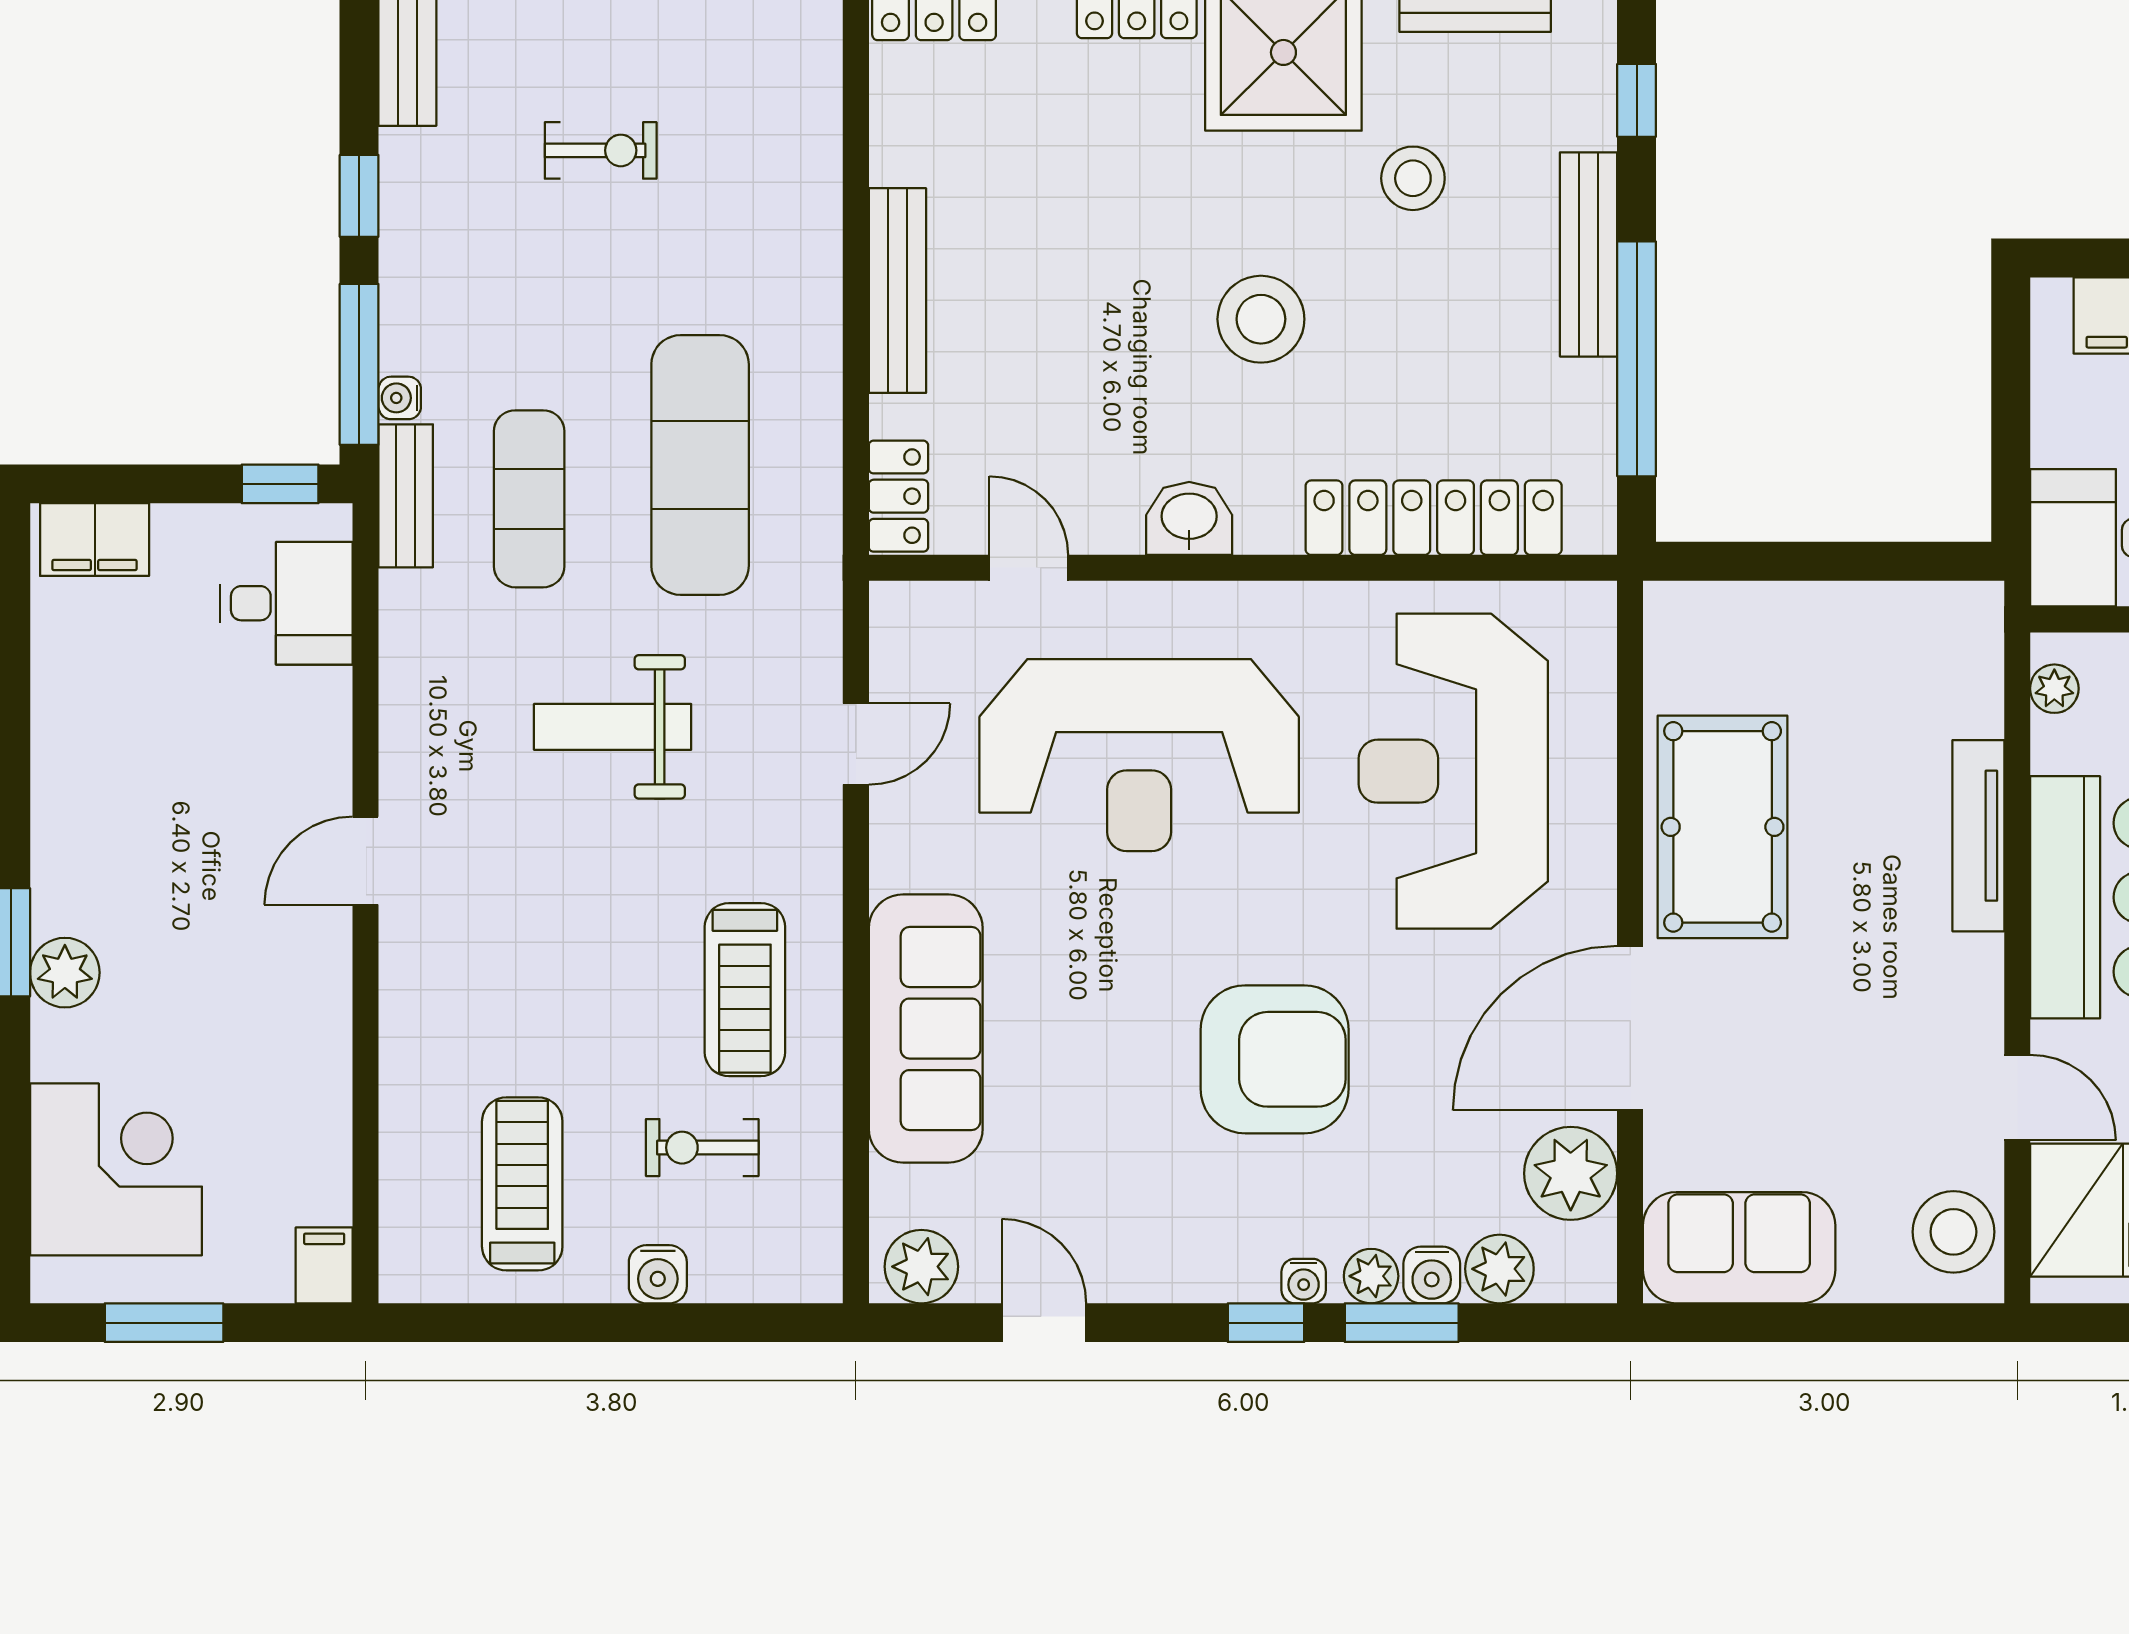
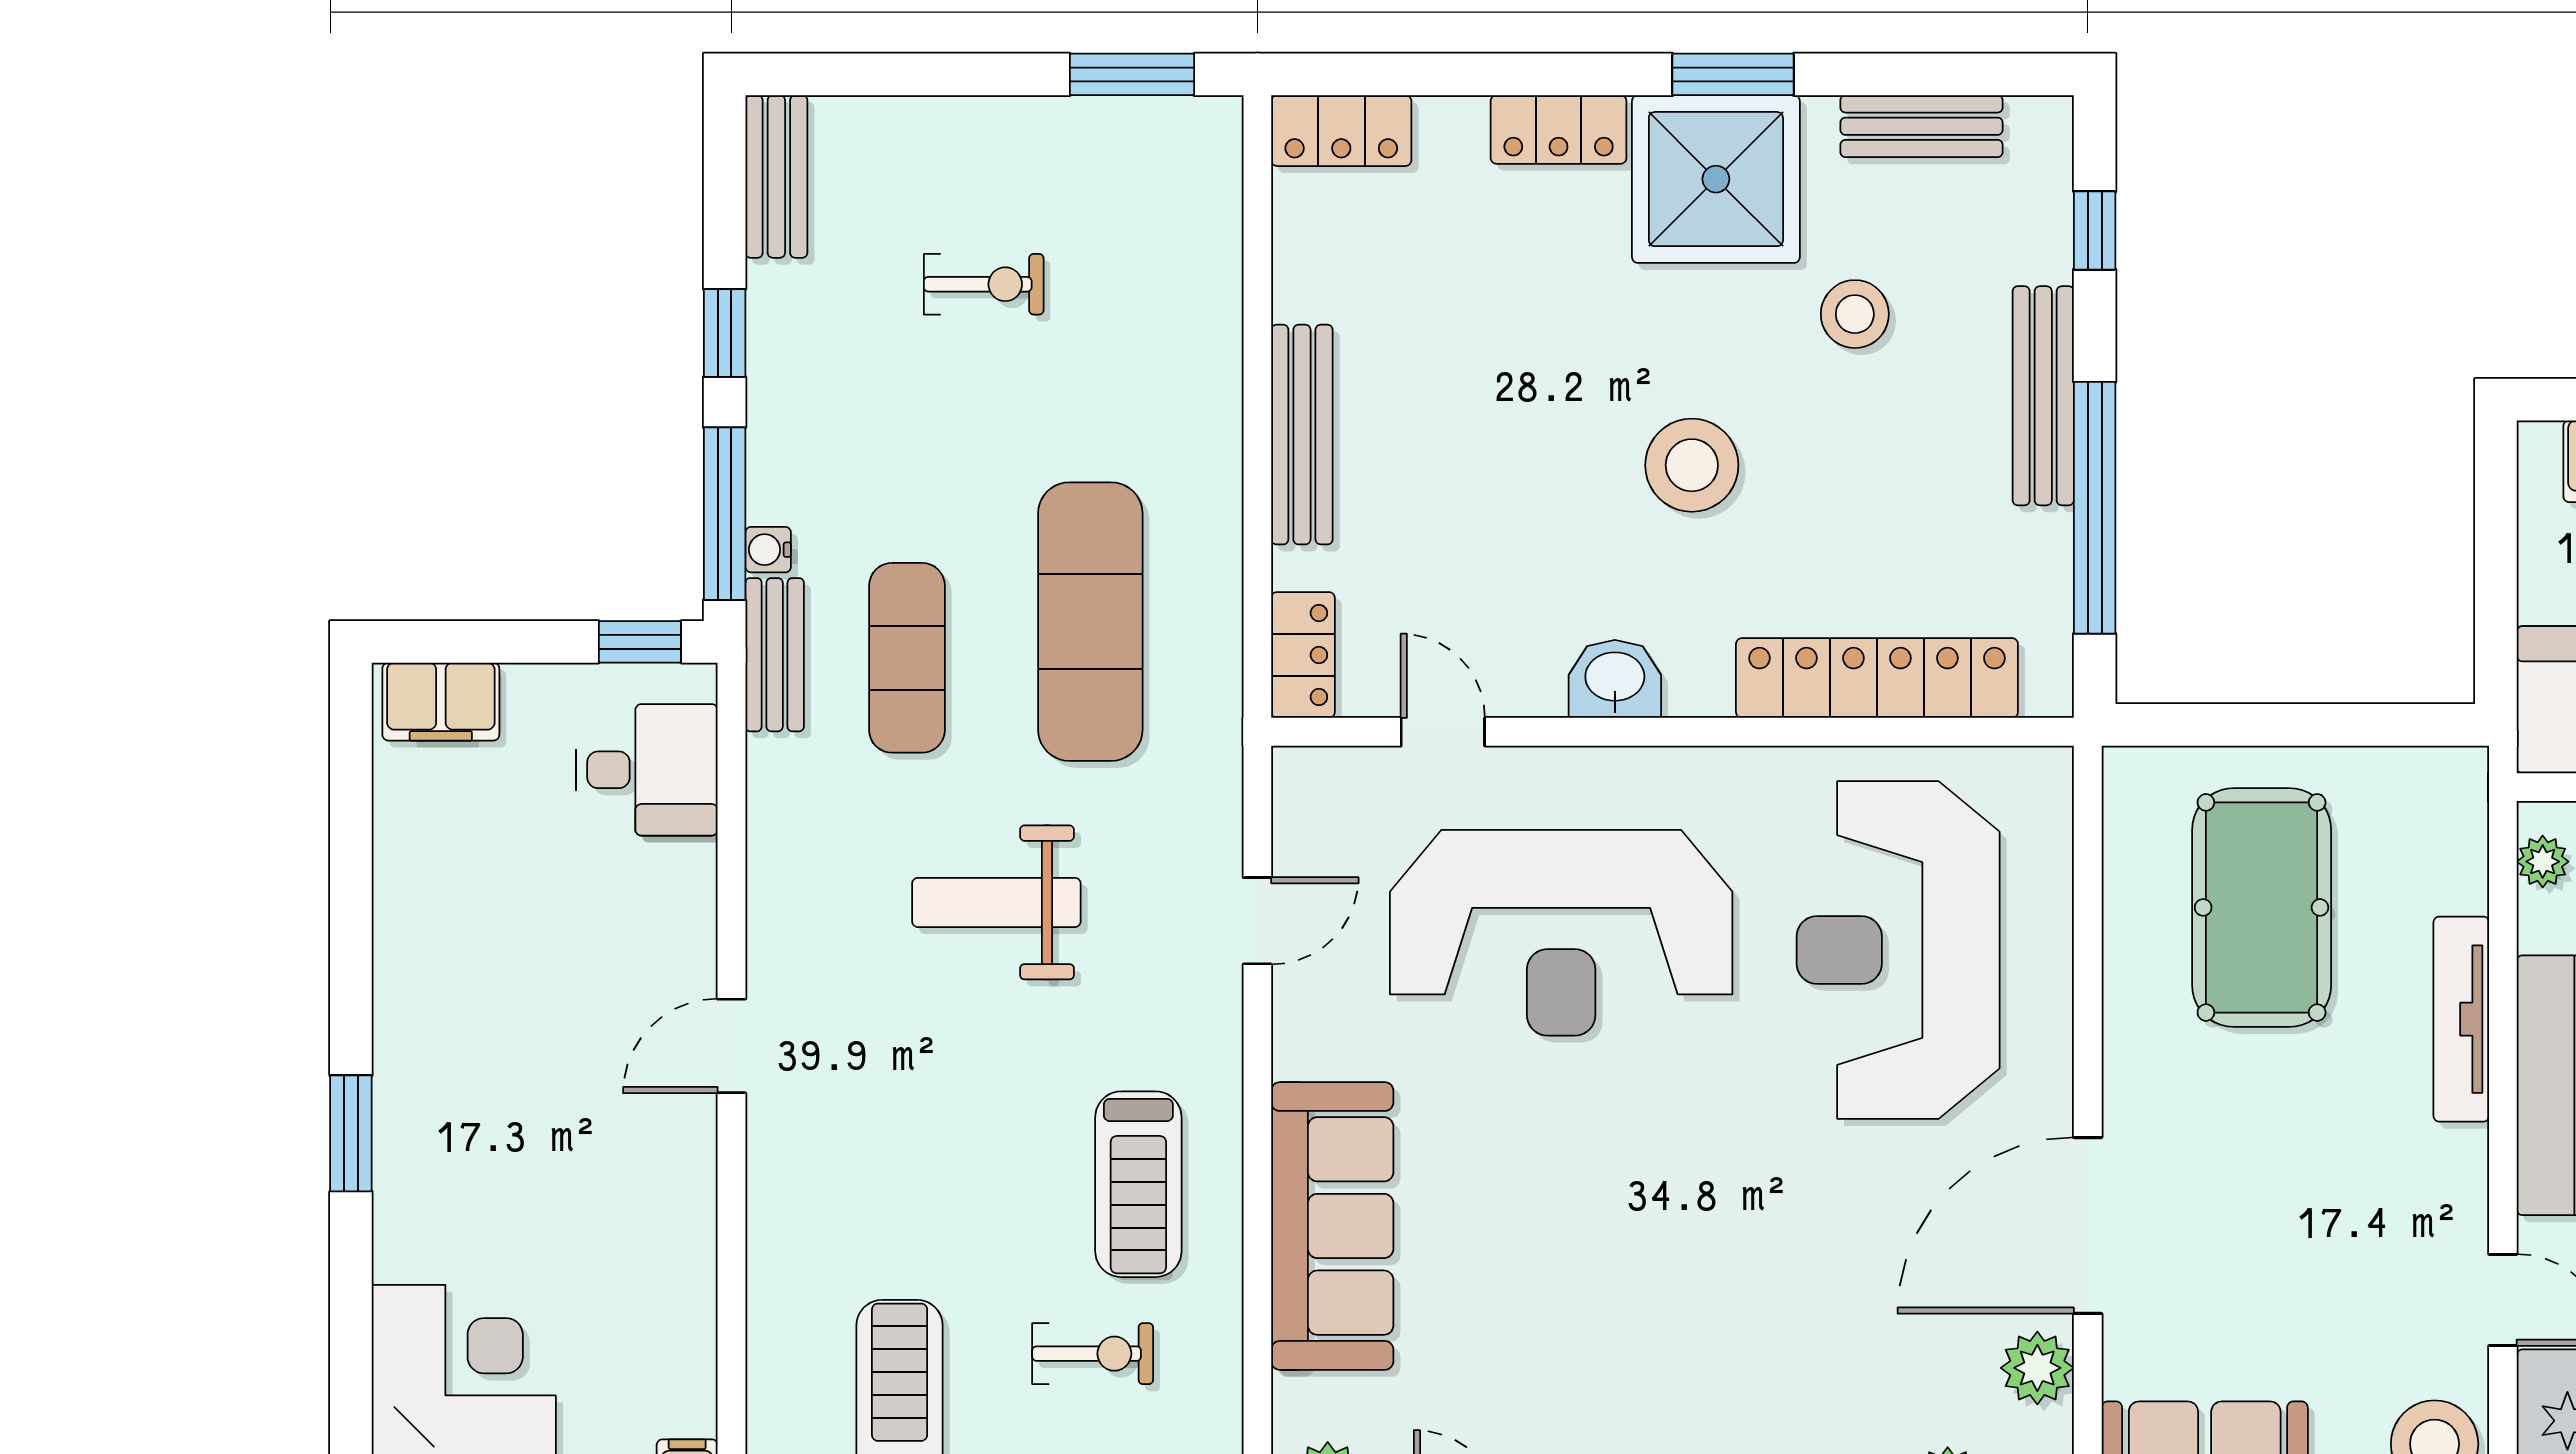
pool table: (1723, 827) -> (2262, 907), moved
plant: (65, 973) -> (409, 1166), removed
armchair: (1275, 1059) -> (1707, 1259), removed
exercise bike: (702, 1148) -> (1093, 1354), turned 180
plant: (1571, 1173) -> (2037, 1368), width x0.73, depth x0.73

